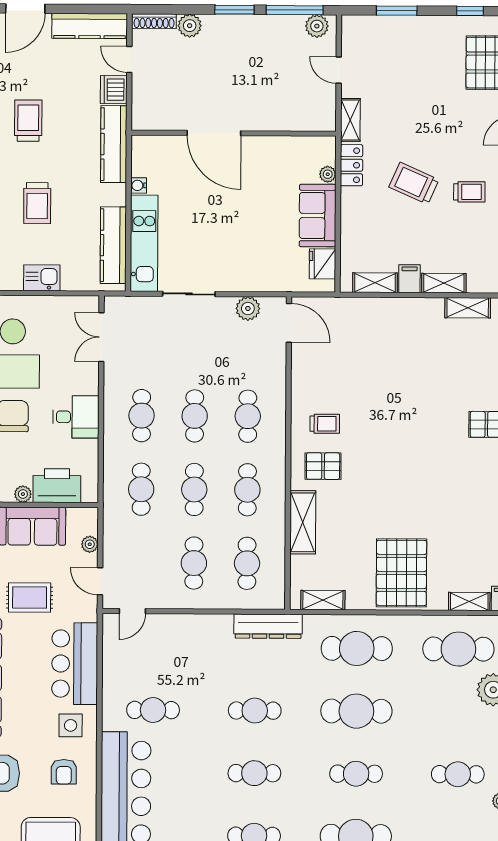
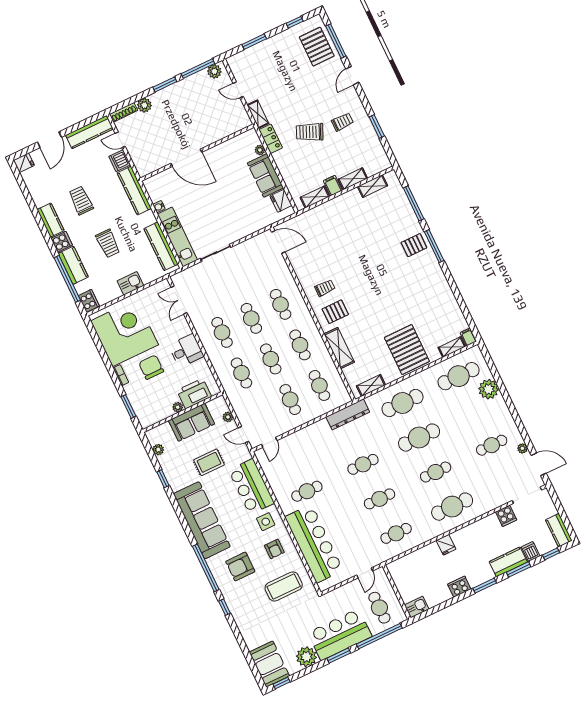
plant: (248, 308) -> (252, 245), removed

